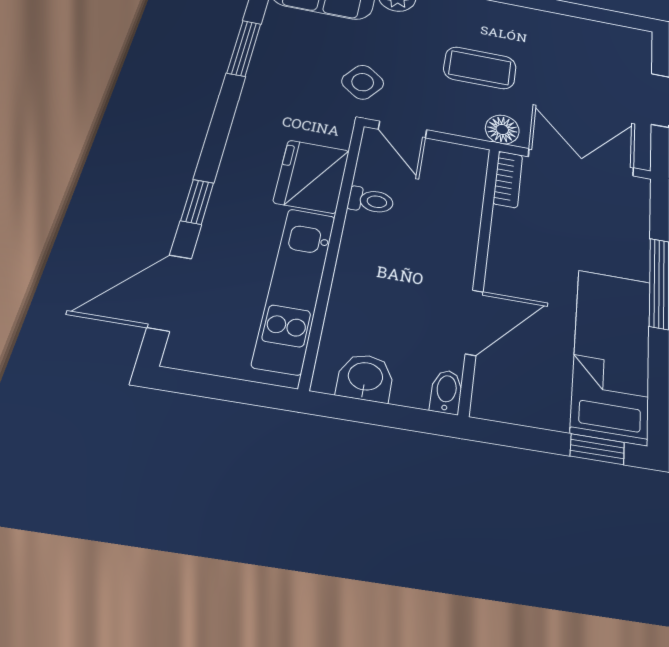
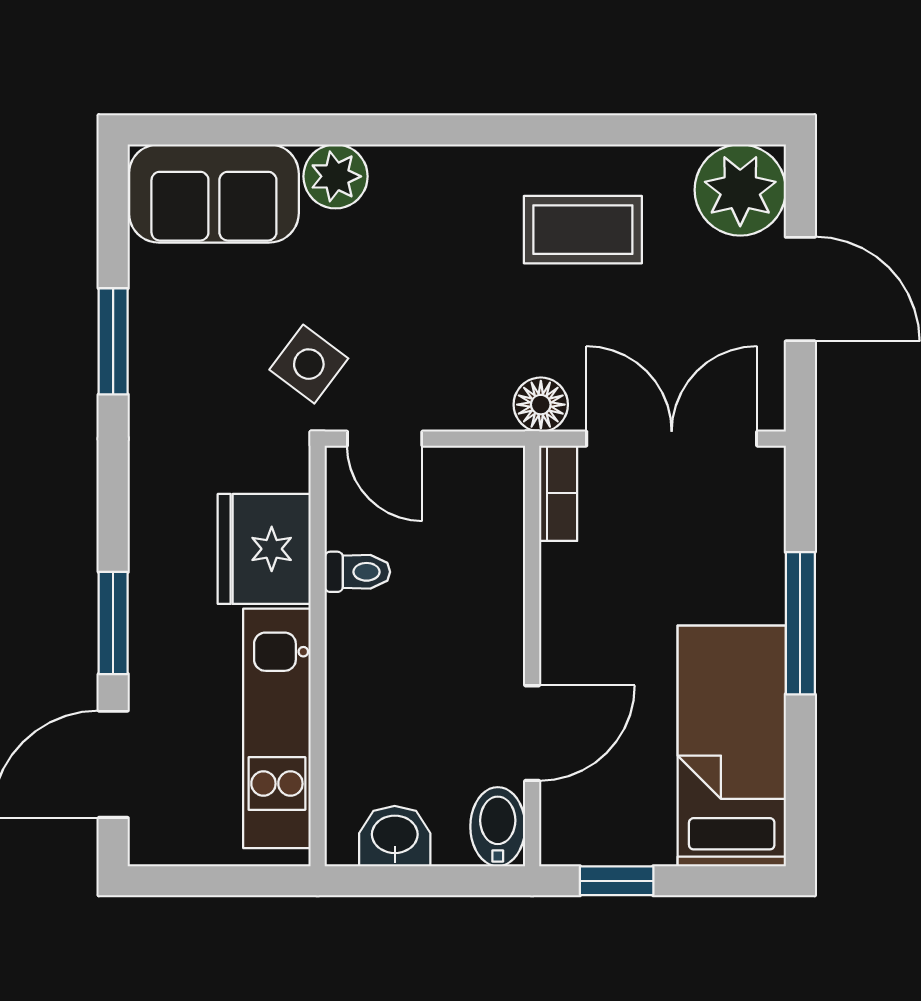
plant: (627, 47) -> (740, 190), added
coffee table: (480, 68) -> (583, 230), moved
window: (197, 202) -> (113, 623), width x1.50
bidet: (446, 392) -> (498, 827), width x1.38, depth x1.36
window: (597, 449) -> (617, 881), moved

